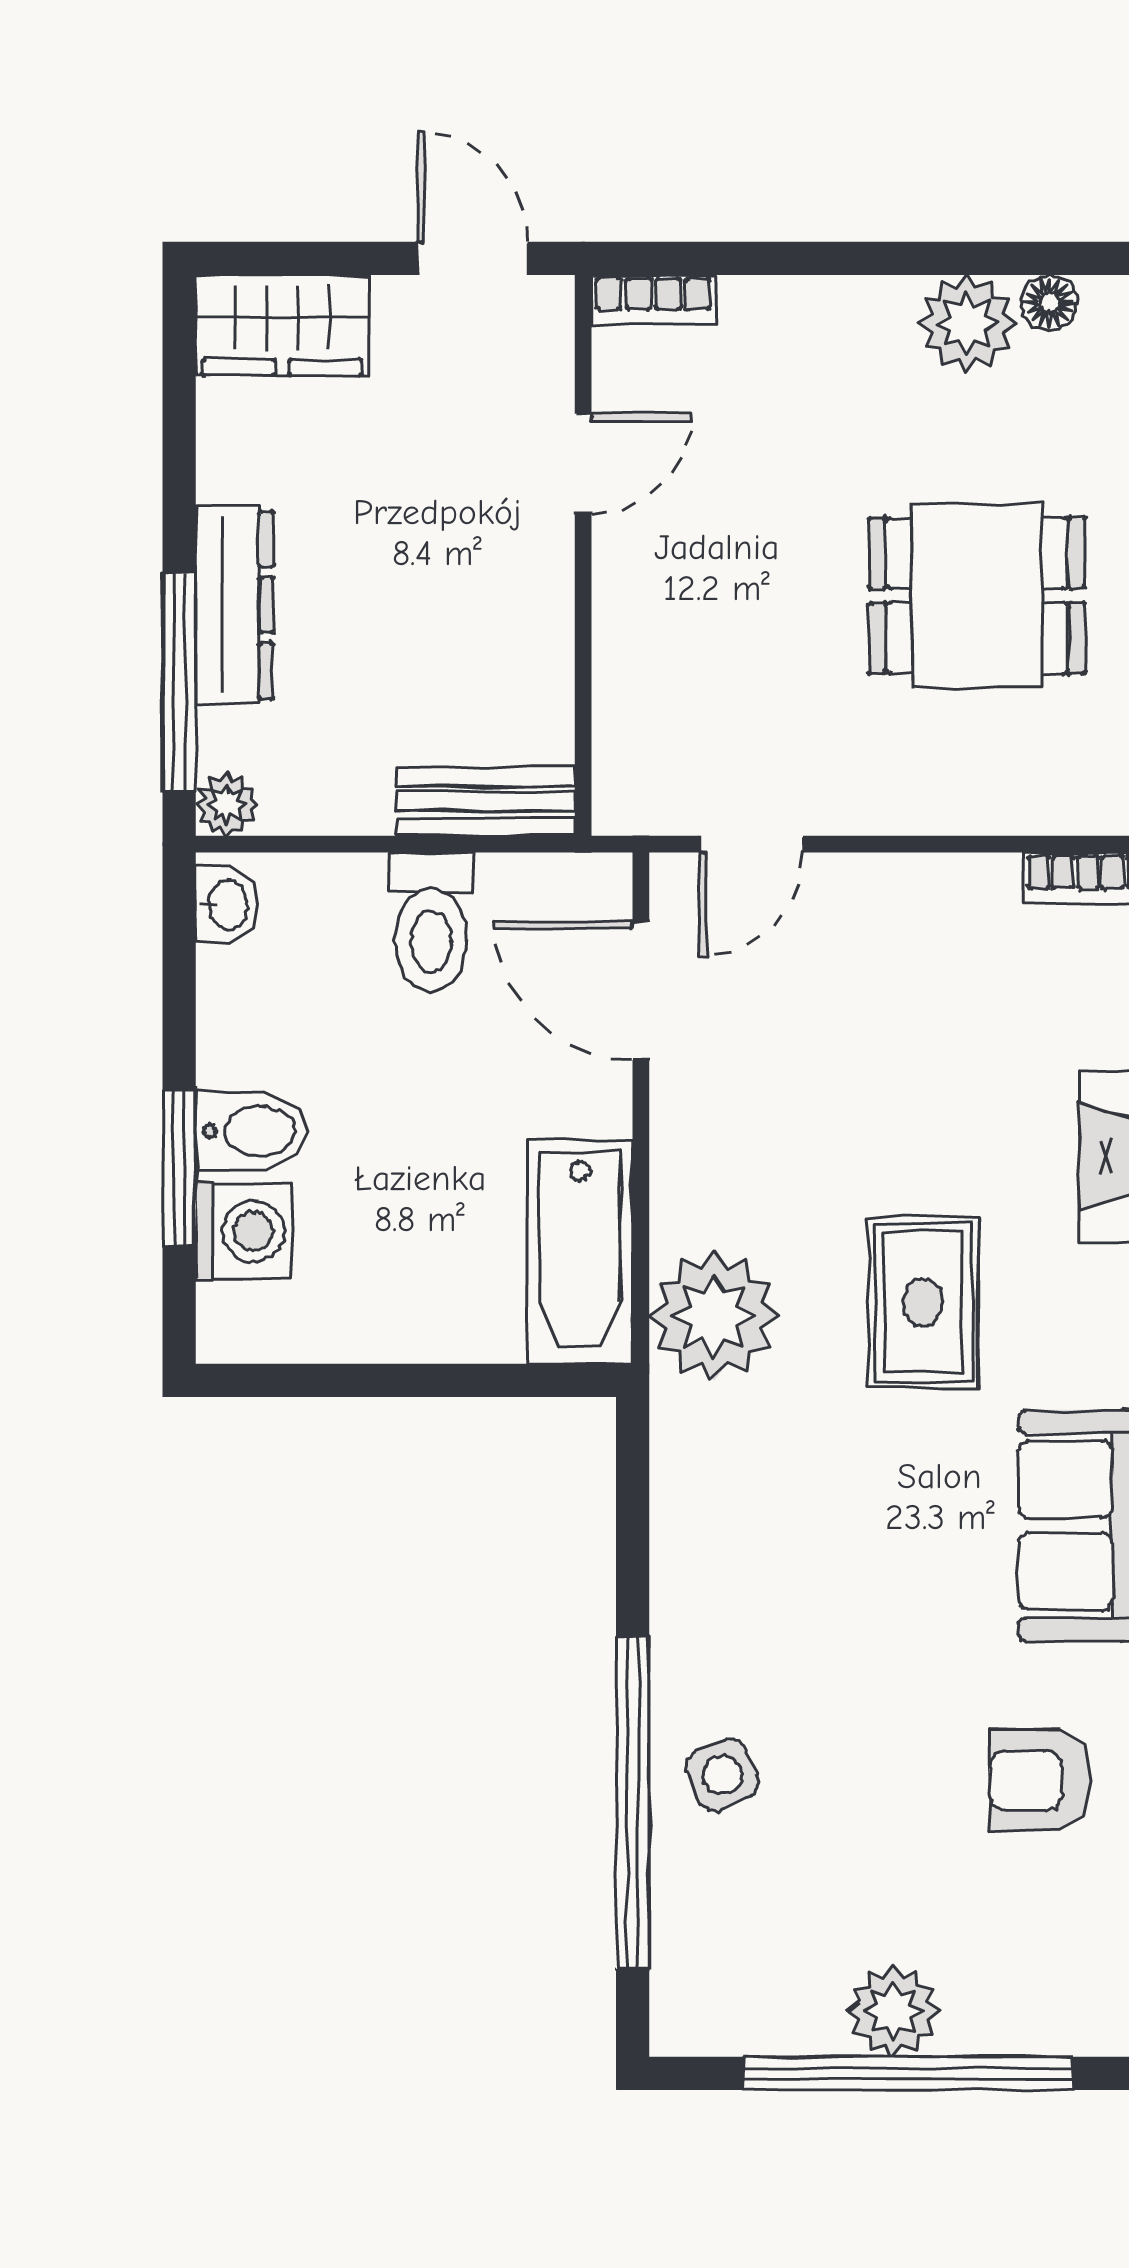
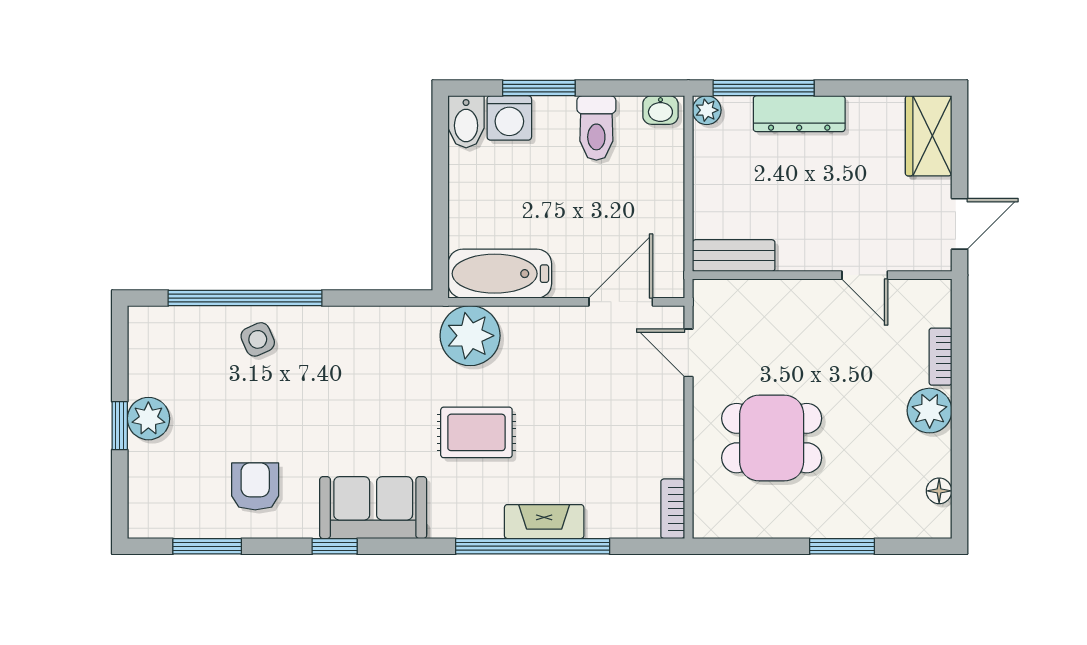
bookcase: (653, 300) -> (940, 357), moved
plant: (967, 323) -> (930, 411), moved
dining table: (977, 596) -> (772, 438), moved, turned 90
bench: (486, 802) -> (734, 256), moved, turned 90
toilet: (431, 922) -> (596, 128), moved, turned -90
bidet: (252, 1131) -> (466, 122), moved
window: (908, 2073) -> (120, 426), width x0.32

